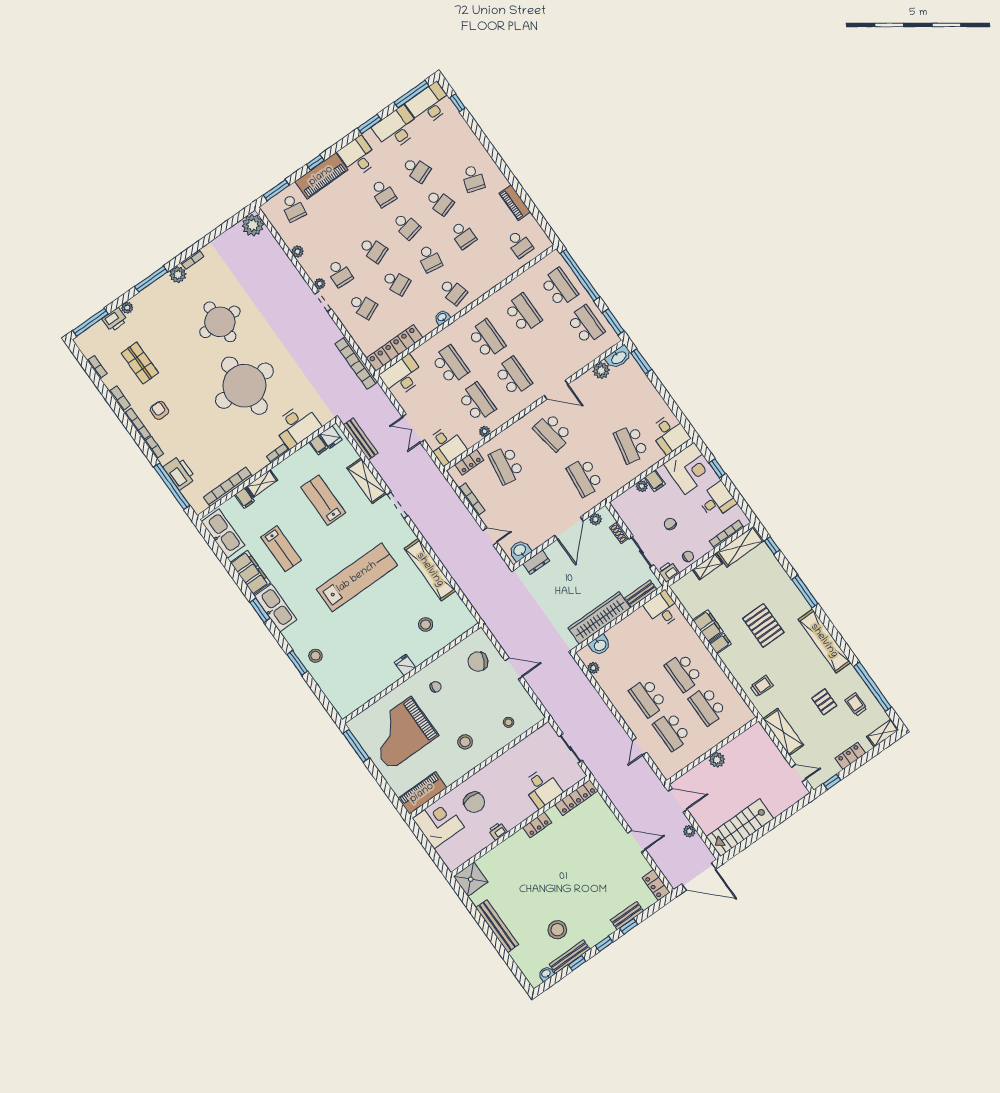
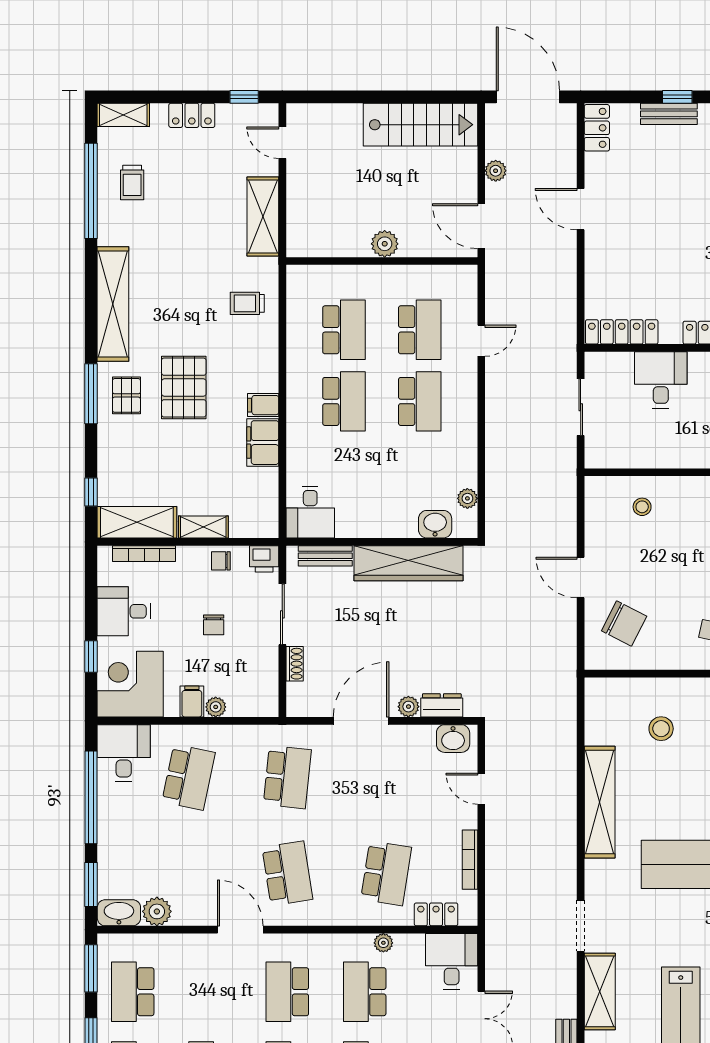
window: (670, 402) -> (91, 797), added
plant: (596, 519) -> (408, 707), moved
pallet: (824, 702) -> (126, 395), moved

